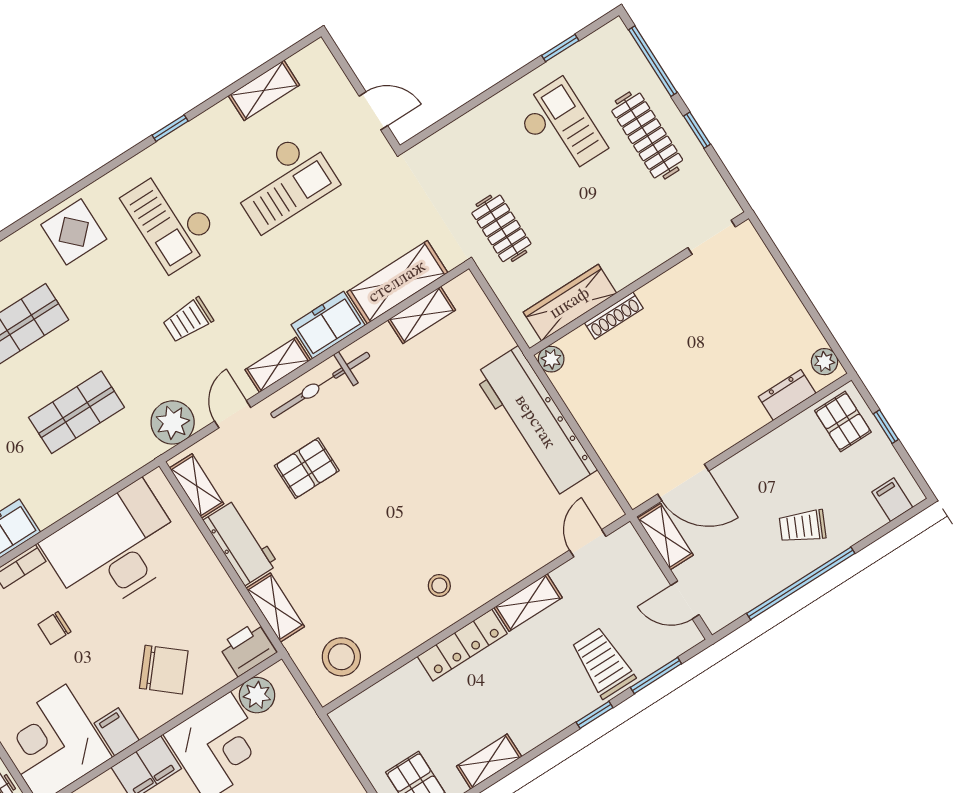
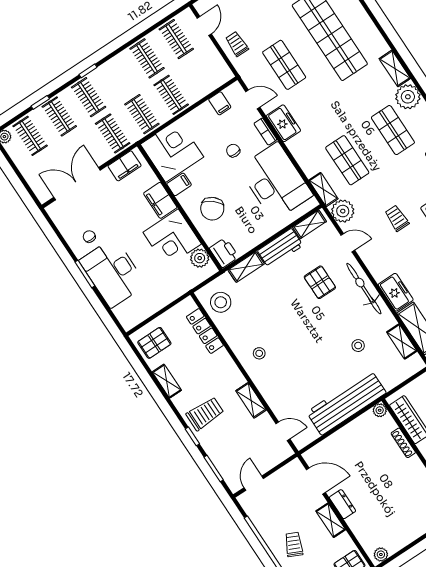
shelving: (278, 365) -> (323, 189), moved
dresser: (787, 395) -> (342, 504), moved
stool: (428, 398) -> (358, 346), added
door: (683, 483) -> (316, 481), swing flipped
shelving: (665, 537) -> (331, 520), moved, turned 90
locker: (462, 645) -> (205, 331), moved
trolley: (603, 663) -> (205, 414), moved

